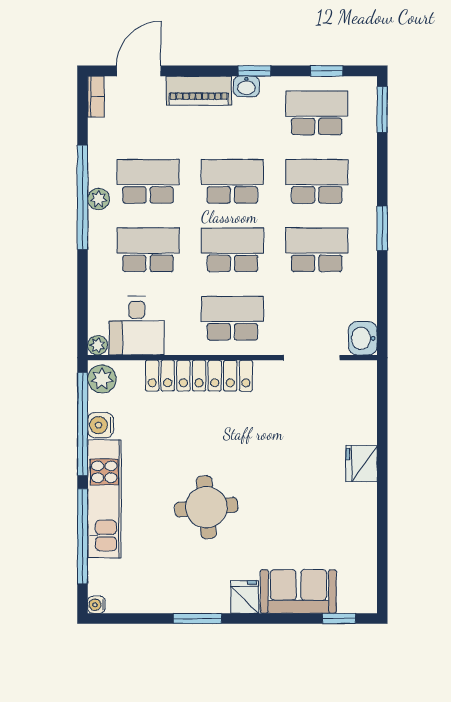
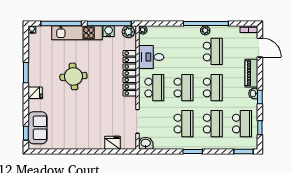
school desk: (148, 250) -> (183, 51), removed
desk: (137, 326) -> (151, 57), moved
fridge: (361, 464) -> (113, 143), moved
sofa: (298, 591) -> (37, 128), moved

